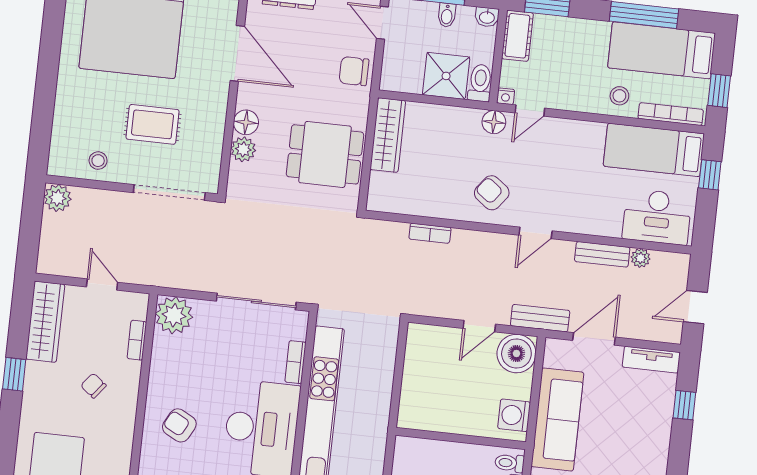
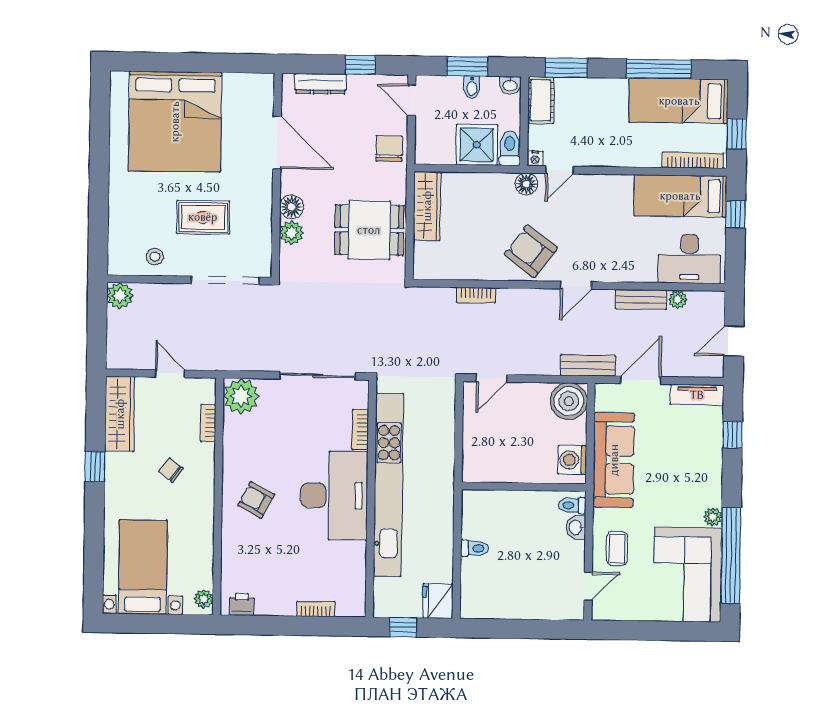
chair: (354, 71) -> (389, 149), turned 90
stool: (619, 96) -> (643, 148), removed
armchair: (492, 193) -> (531, 251), width x1.38, depth x1.38
door: (479, 326) -> (492, 378), moved

